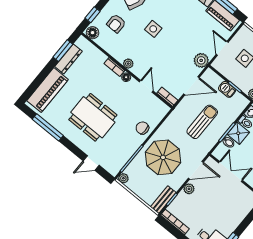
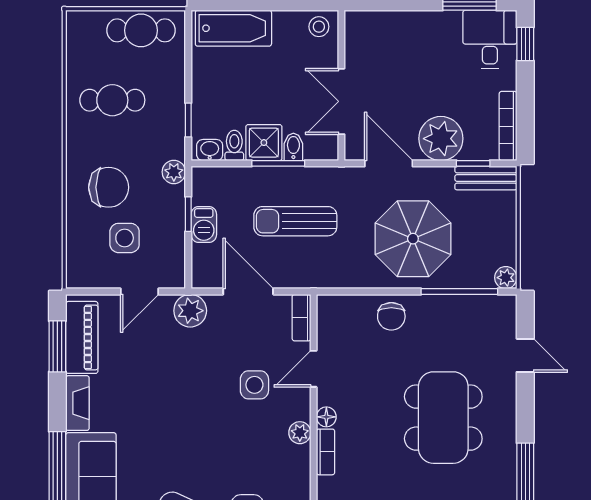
side table: (153, 29) -> (254, 385), moved
plant: (189, 189) -> (441, 139), width x1.88, depth x1.88

